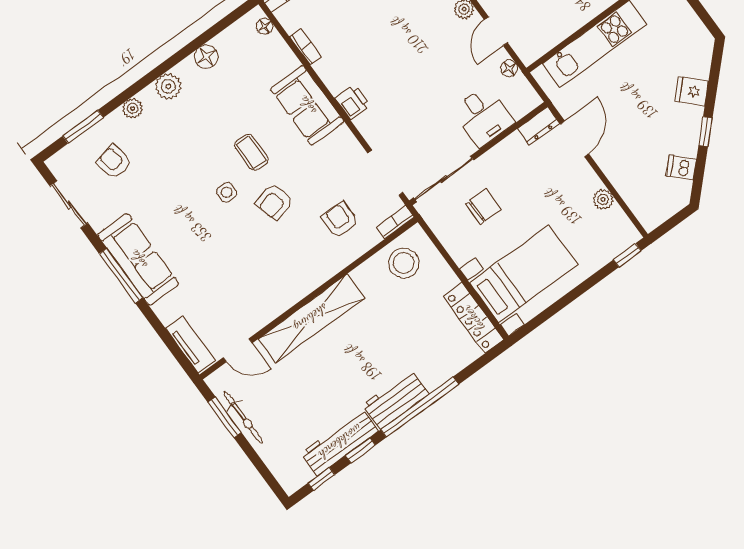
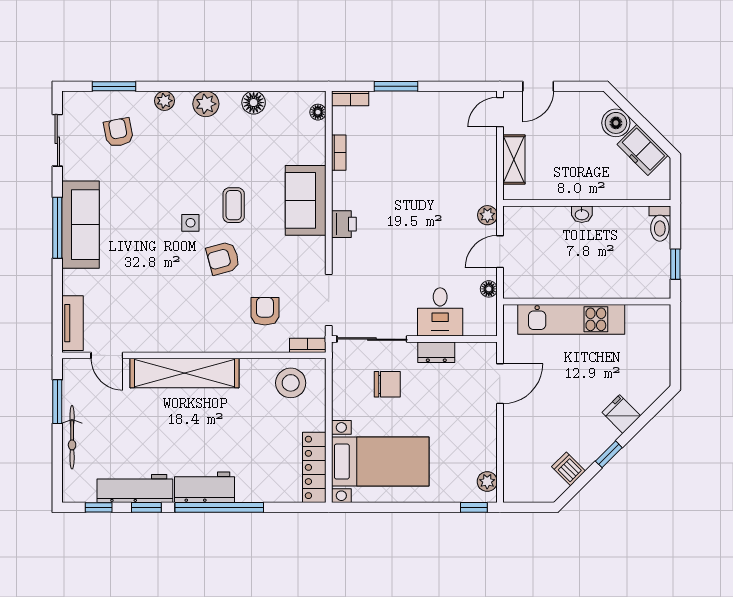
dresser: (539, 126) -> (436, 352), moved
plant: (603, 199) -> (487, 482), moved
bicycle: (243, 417) -> (72, 437), moved

